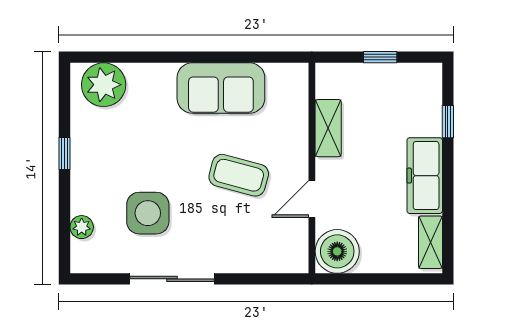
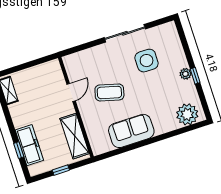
shelving: (328, 128) -> (75, 136), width x1.50, depth x1.33
freezer: (425, 176) -> (29, 145), moved
plant: (82, 227) -> (185, 74), moved
boiler: (337, 251) -> (51, 72), removed

